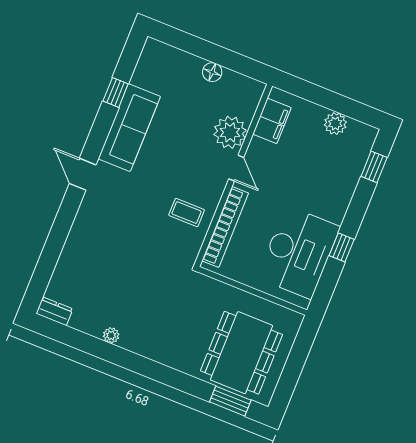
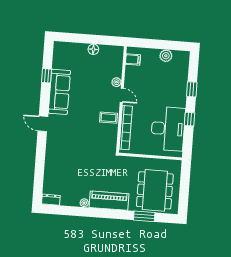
filing cabinet: (272, 121) -> (133, 60), width x0.50
plant: (230, 132) -> (116, 82), width x0.53, depth x0.53
window: (374, 167) -> (192, 89), moved
coffee table: (187, 213) -> (108, 118), moved
piano: (156, 345) -> (109, 201), added
window: (230, 401) -> (144, 216), moved

